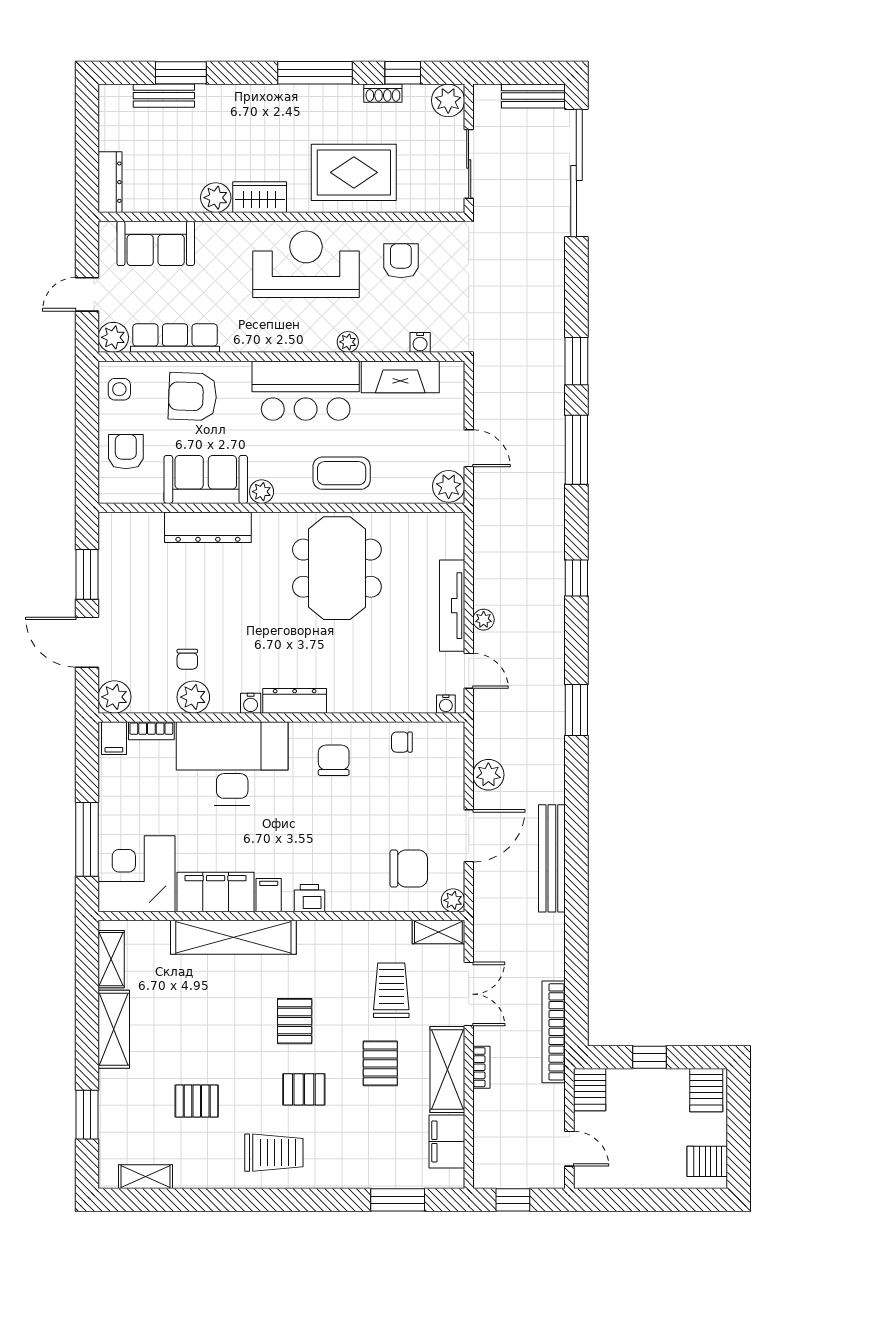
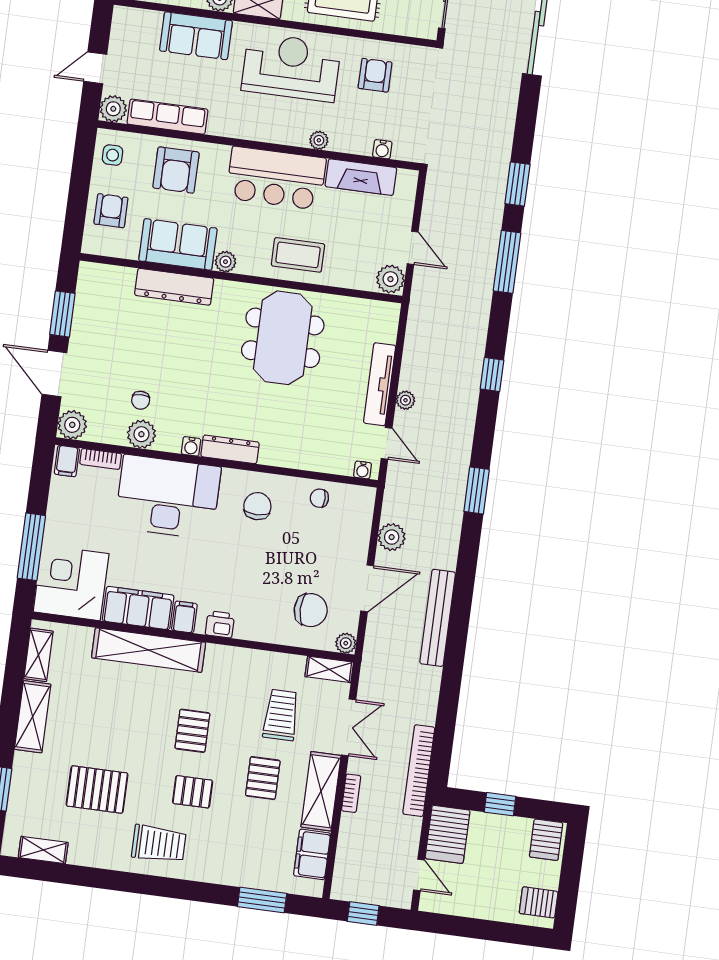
sofa: (156, 243) -> (196, 36), moved
armchair: (193, 396) -> (176, 170), turned -92
server rack: (590, 1090) -> (448, 834), width x1.36, depth x1.44
pallet: (197, 1101) -> (97, 790), width x1.50, depth x1.42

